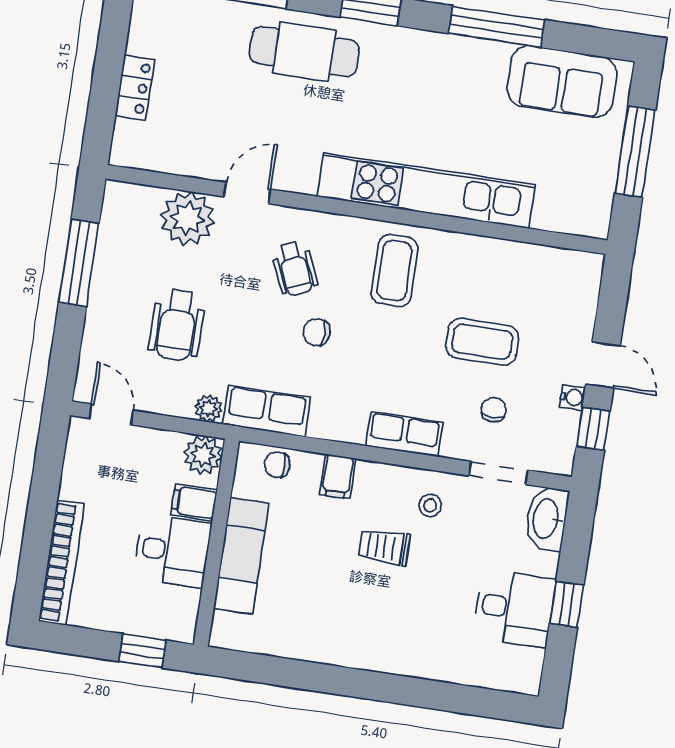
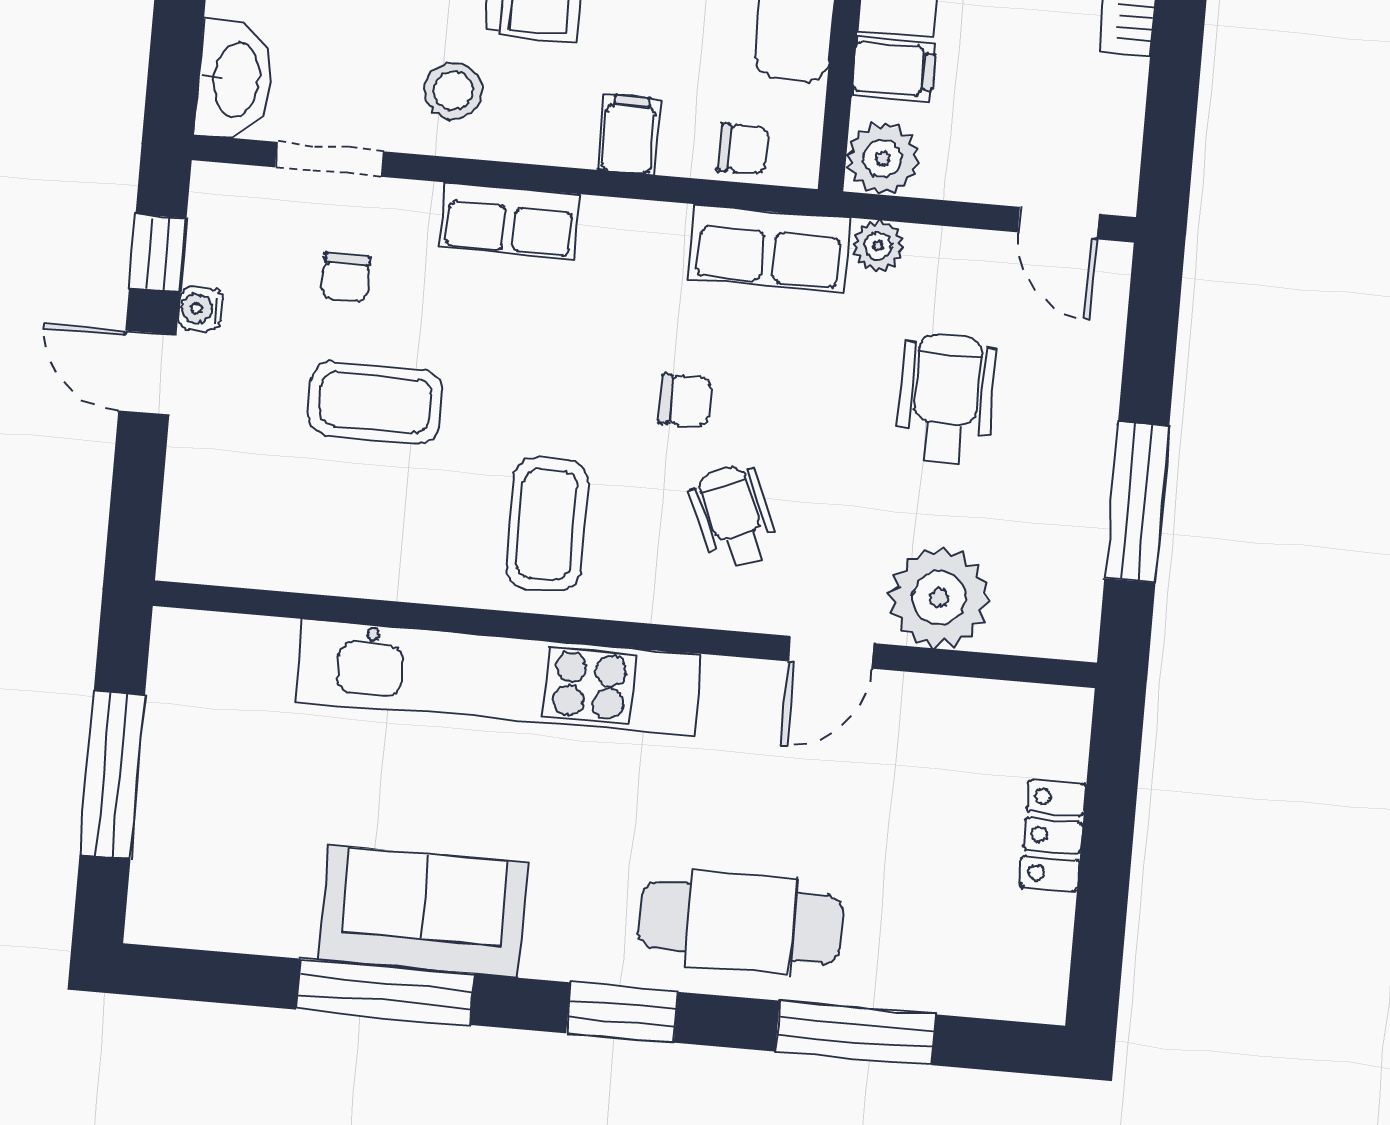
sofa: (562, 82) -> (423, 911), moved
stool: (430, 505) -> (453, 91), width x1.37, depth x1.37

